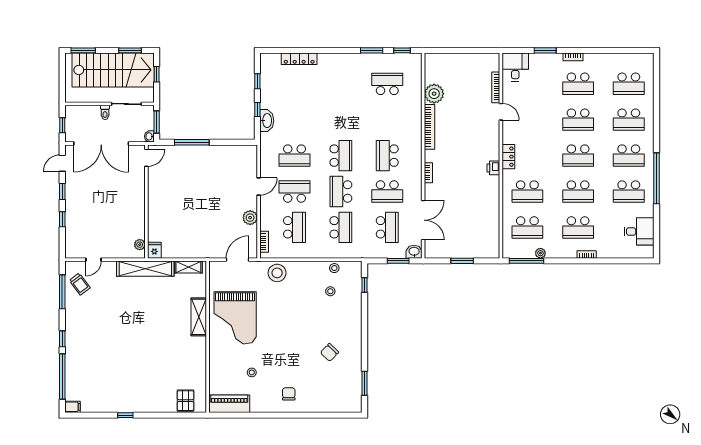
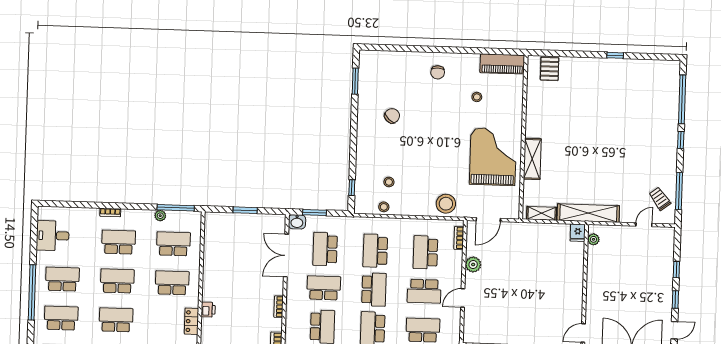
filing cabinet: (72, 407) -> (672, 66), removed

